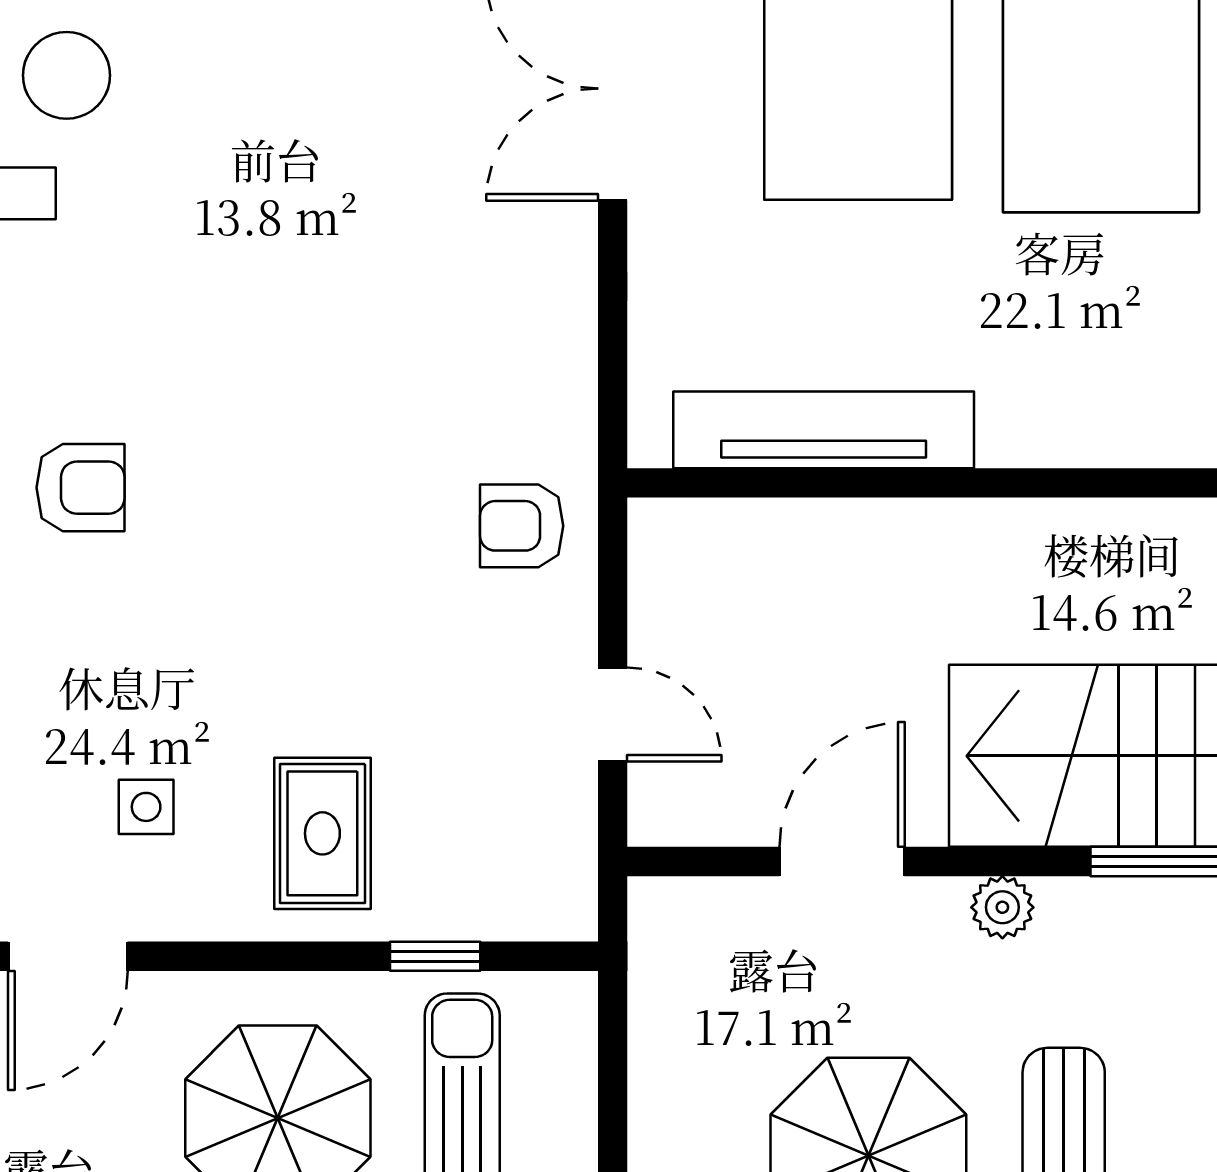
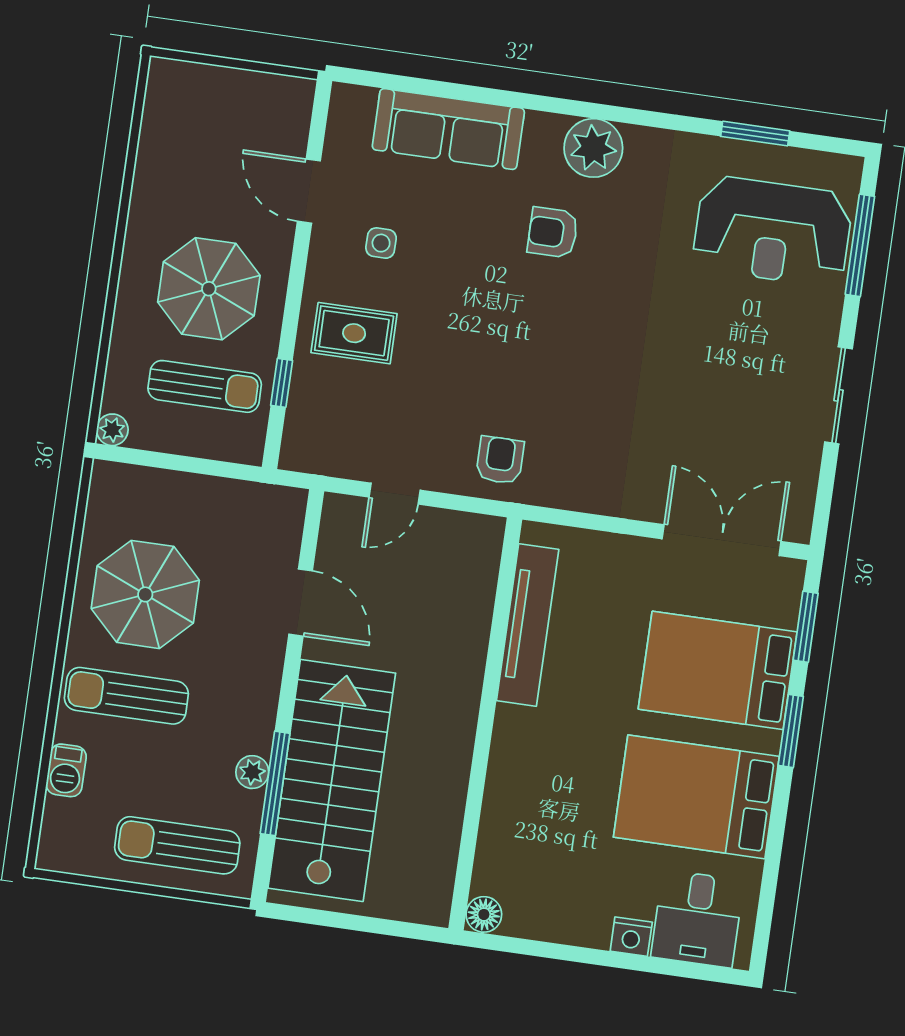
armchair: (81, 488) -> (553, 233), turned 90
plant: (1002, 907) -> (252, 772), moved

